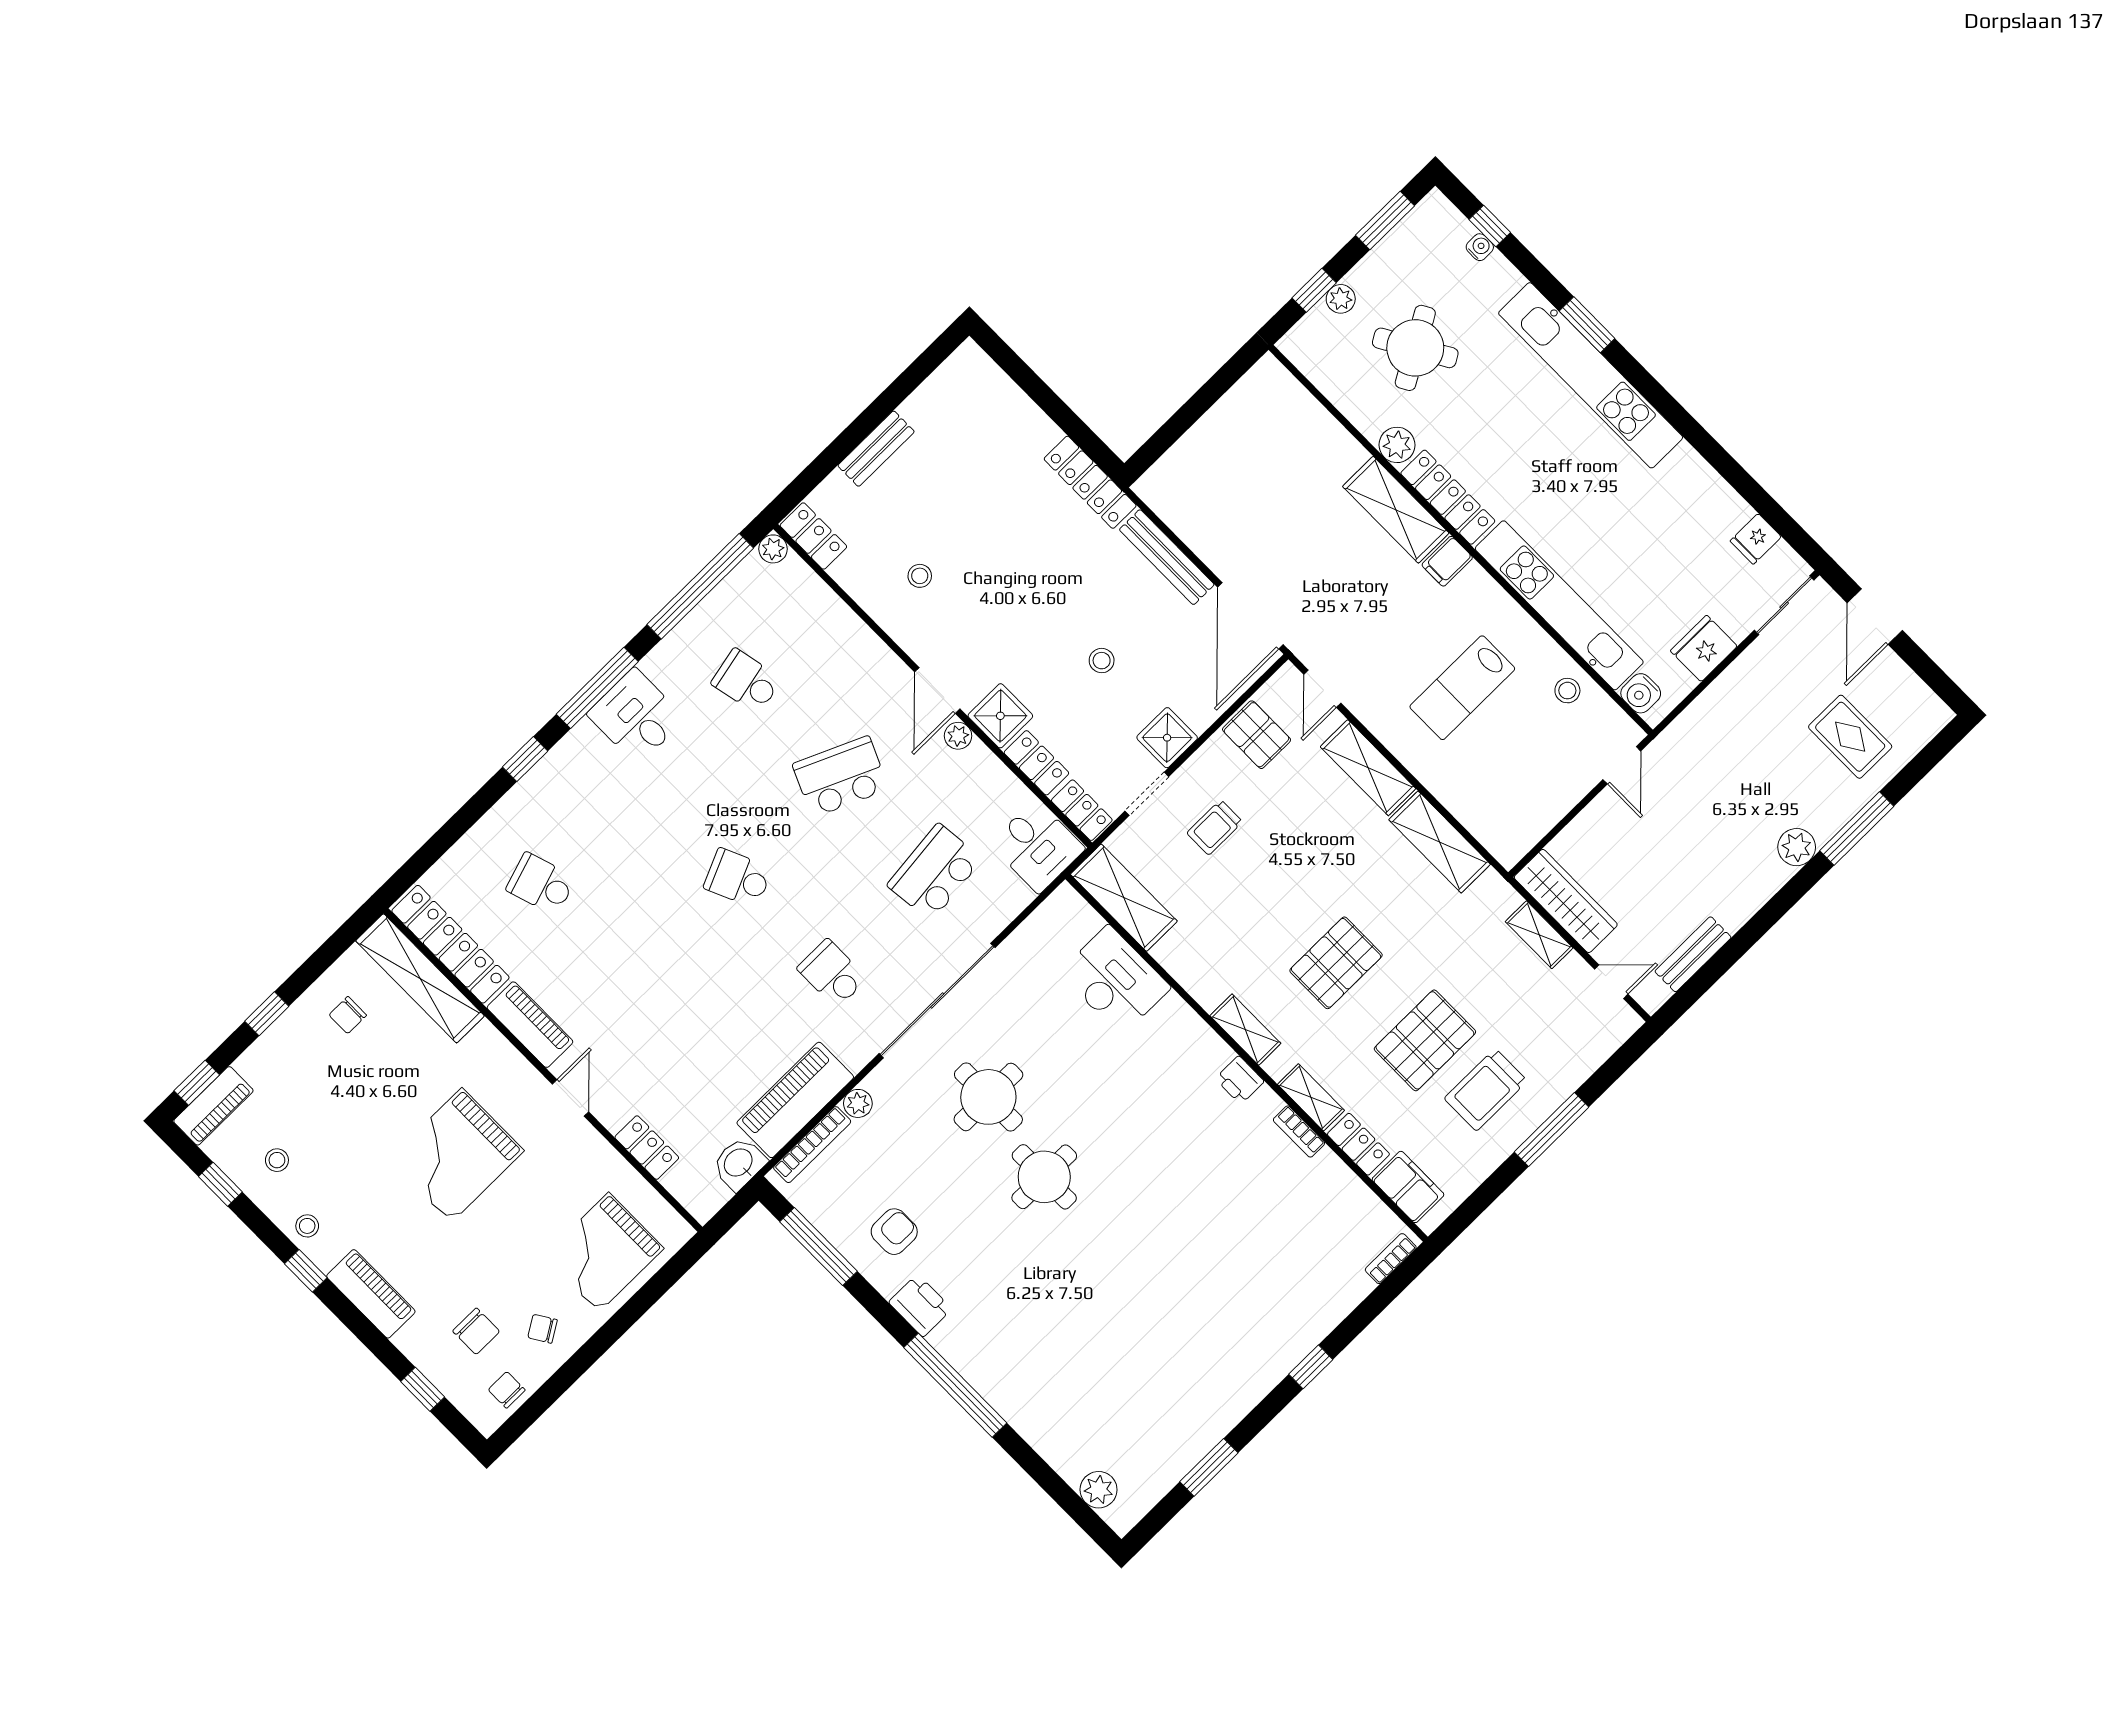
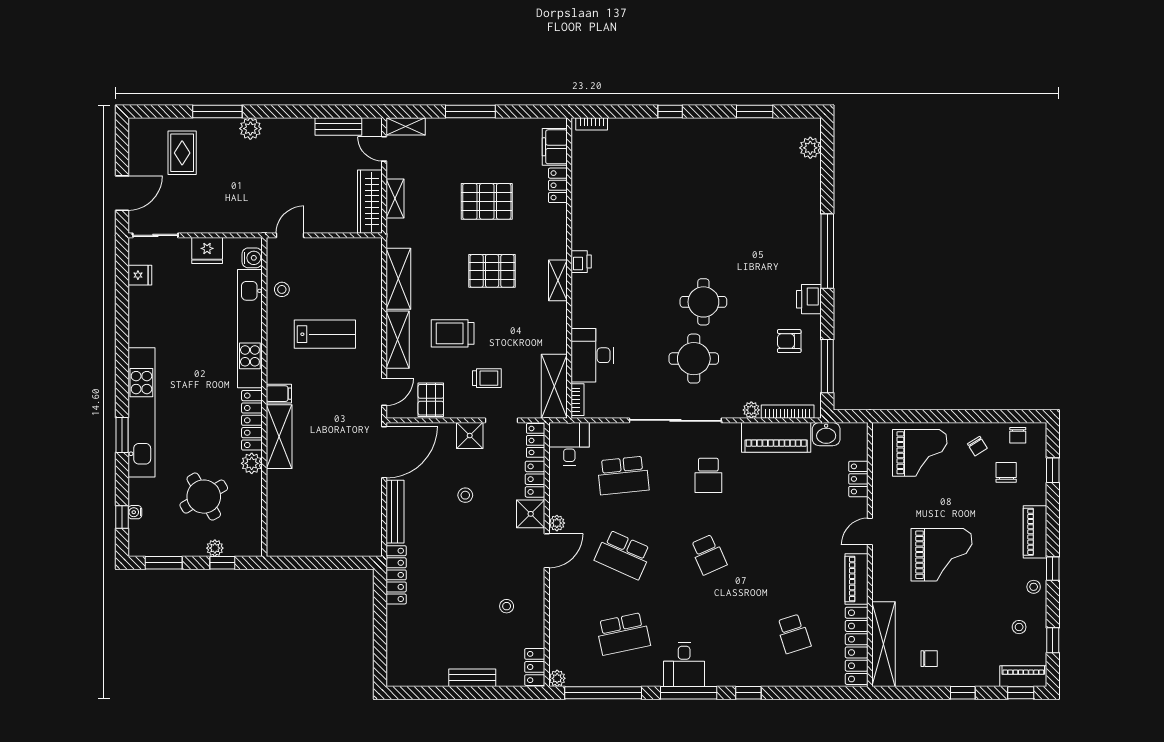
school desk: (746, 681) -> (623, 634), width x1.85
trolley: (1486, 1090) -> (453, 333), moved, turned 180
shelving: (1311, 1097) -> (406, 126), moved, turned 90
bookcase: (1299, 1132) -> (578, 400), moved

